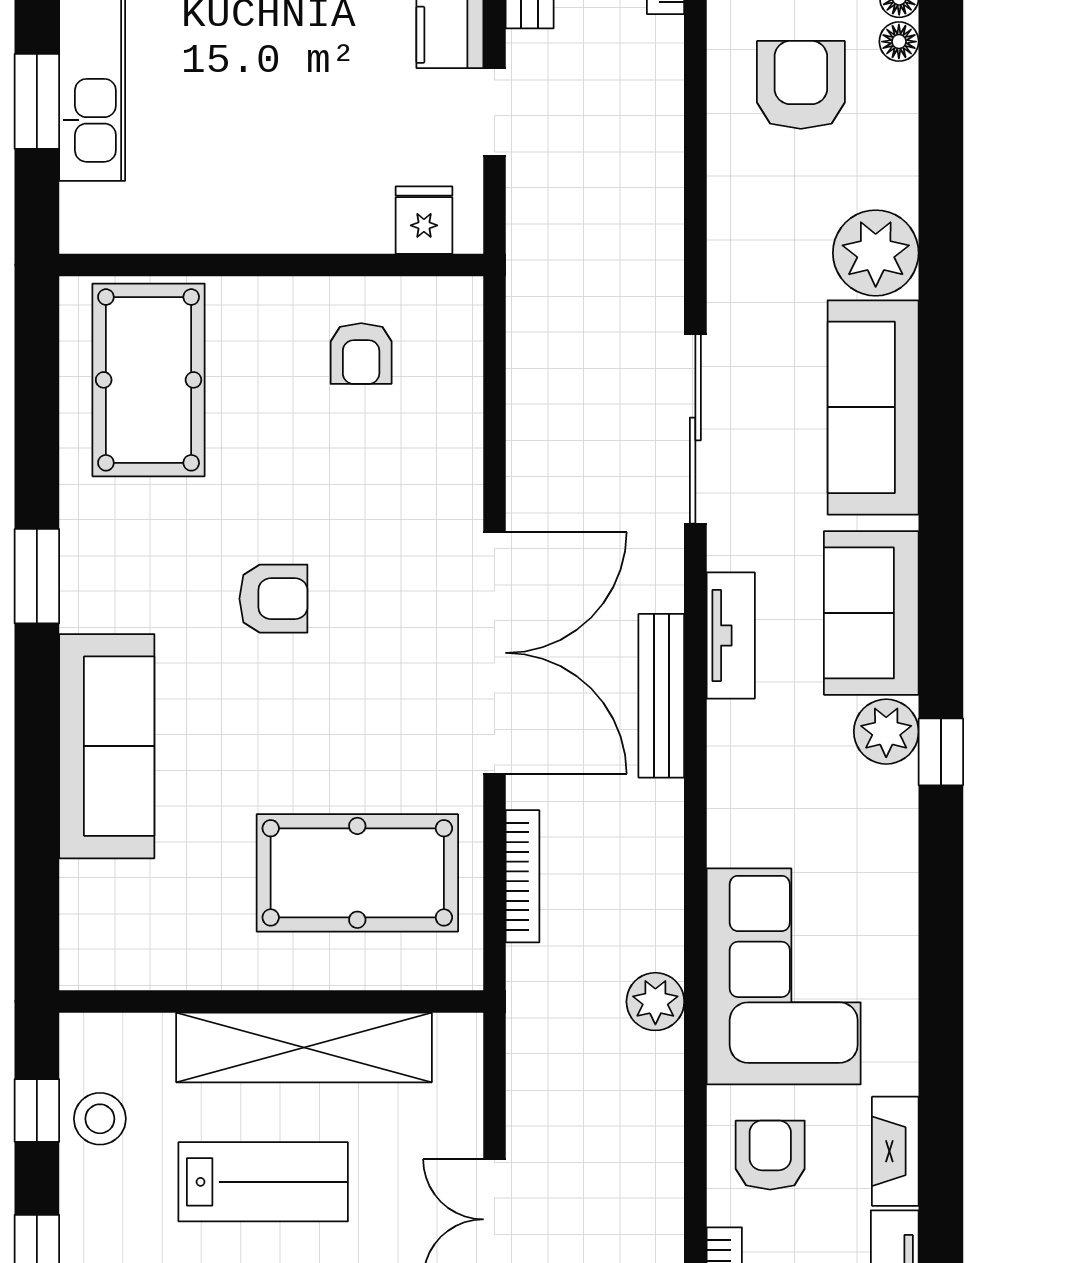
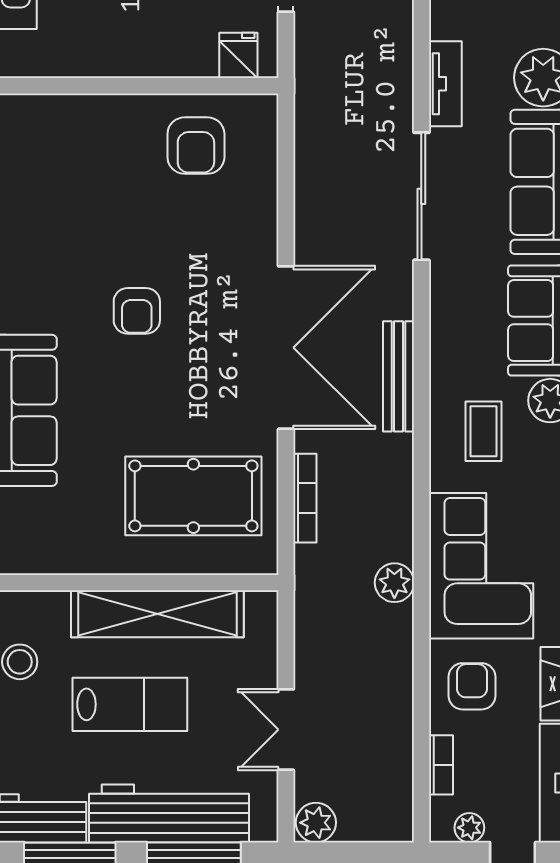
armchair: (361, 354) -> (196, 146), width x1.38, depth x1.38
pool table: (149, 380) -> (53, 163), removed
armchair: (273, 599) -> (137, 311), turned 90
tv unit: (731, 635) -> (445, 84), moved
coffee table: (787, 777) -> (483, 431), added

